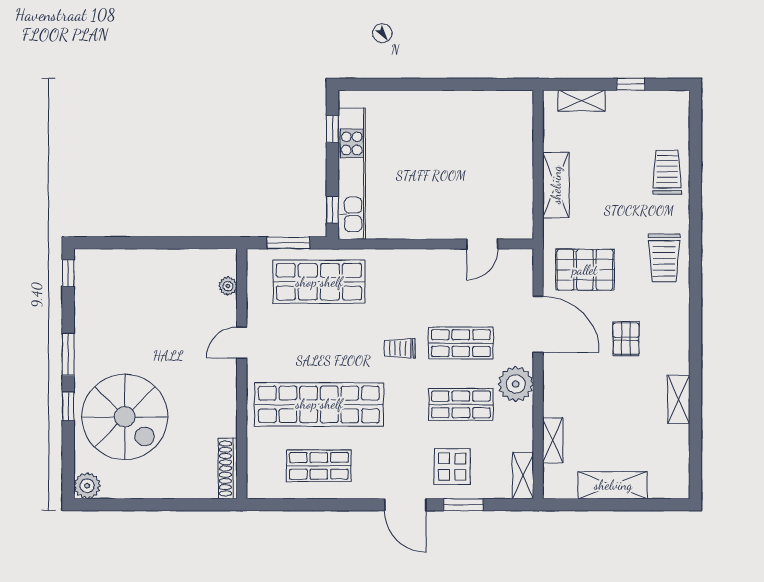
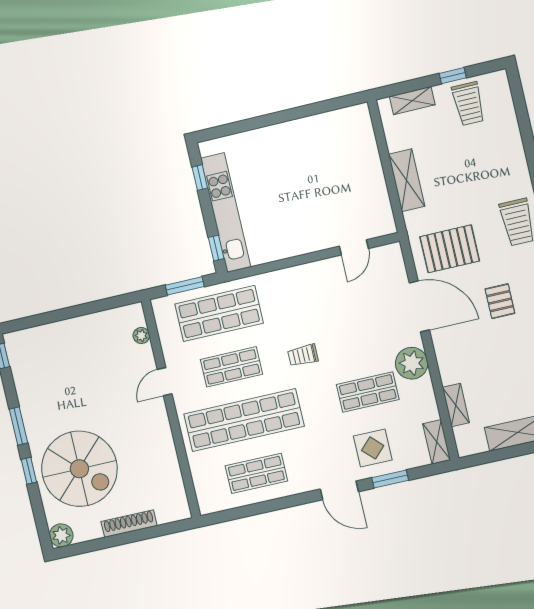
trolley: (667, 172) -> (468, 104), moved, turned 180
shop shelf: (461, 343) -> (232, 367), moved
shoe rack: (228, 468) -> (129, 524), moved, turned 90

